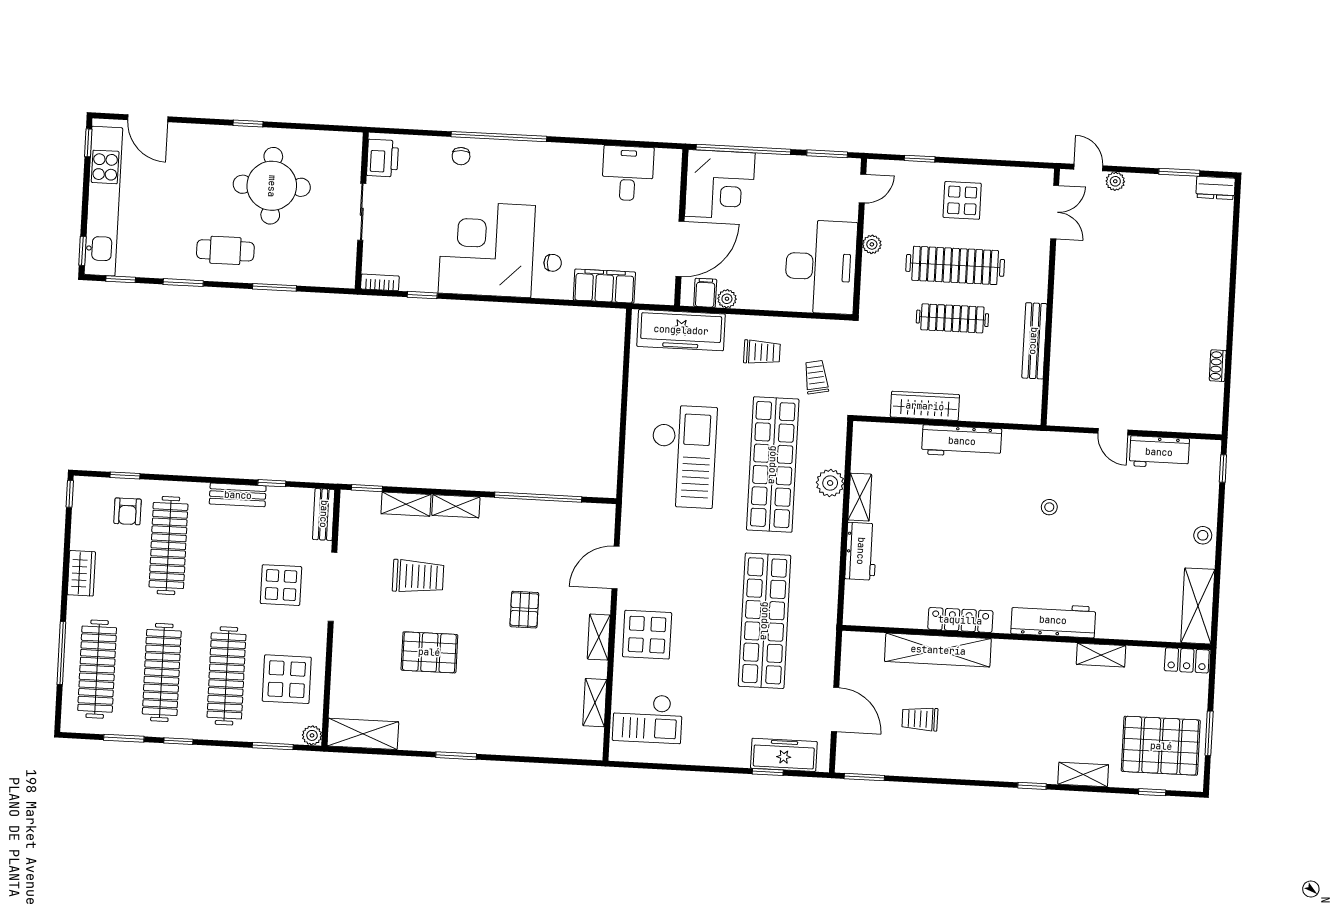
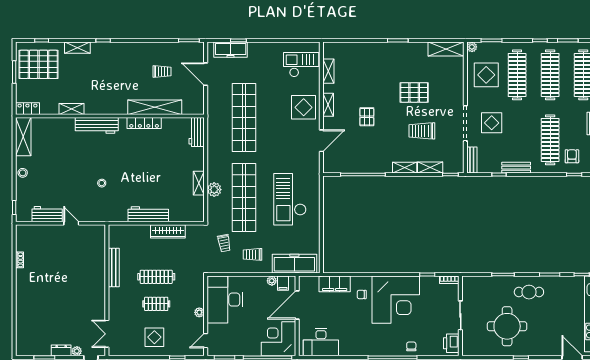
desk: (628, 173) -> (321, 342), width x1.37
dresser: (1216, 188) -> (61, 350), moved
clothes rail: (955, 265) -> (156, 304), width x0.54, depth x0.76
workbench: (861, 551) -> (197, 132), moved

